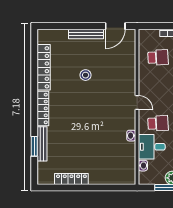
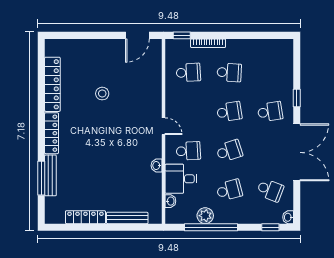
window: (152, 26) -> (182, 35), added
bench: (86, 34) -> (127, 218), moved
window: (34, 146) -> (41, 178), width x1.44

